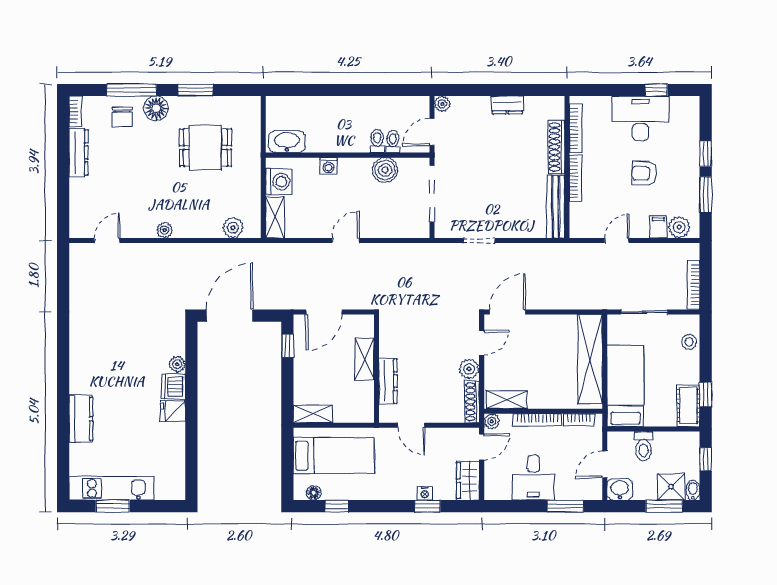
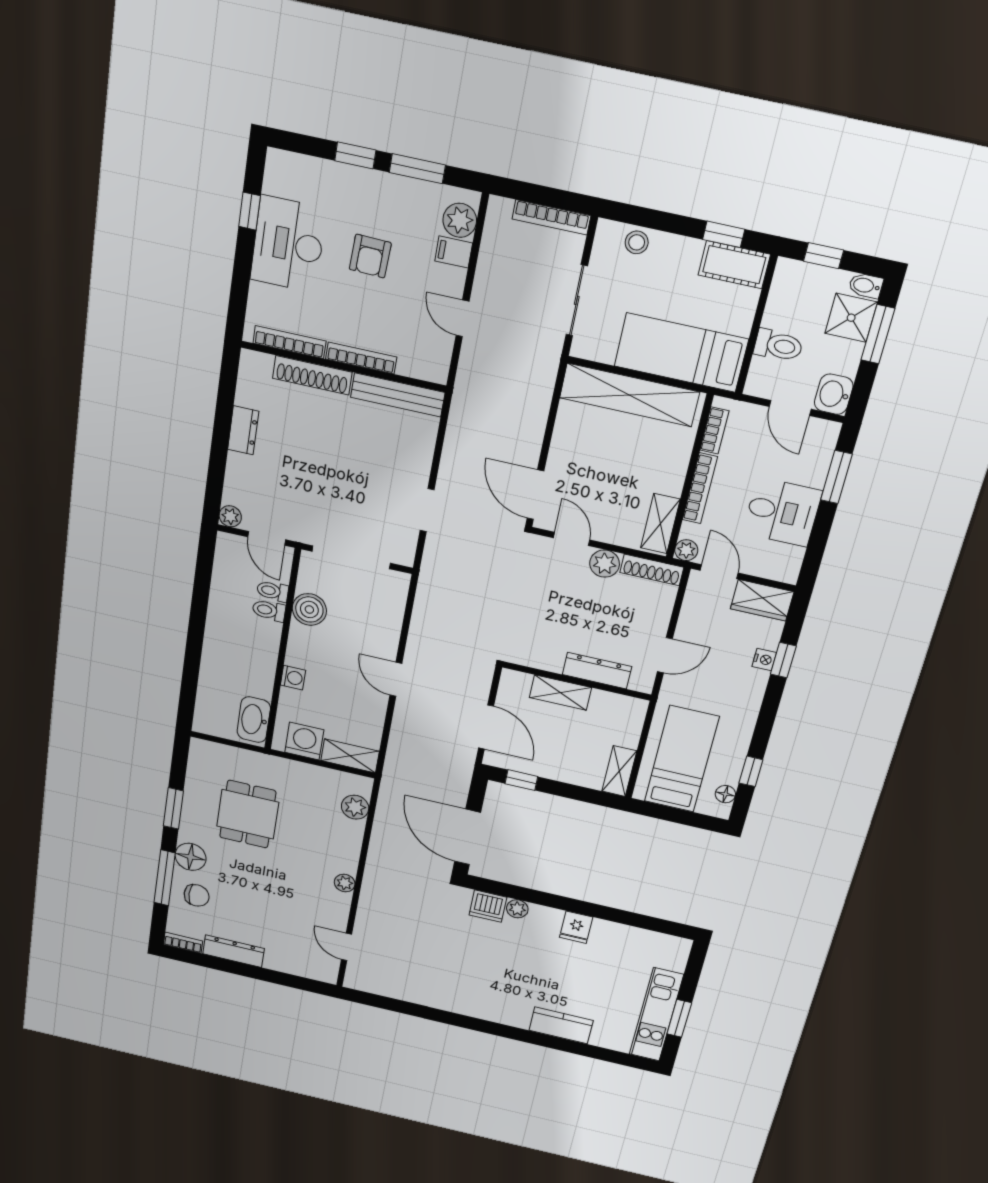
dishwasher: (174, 387) -> (488, 906), moved

